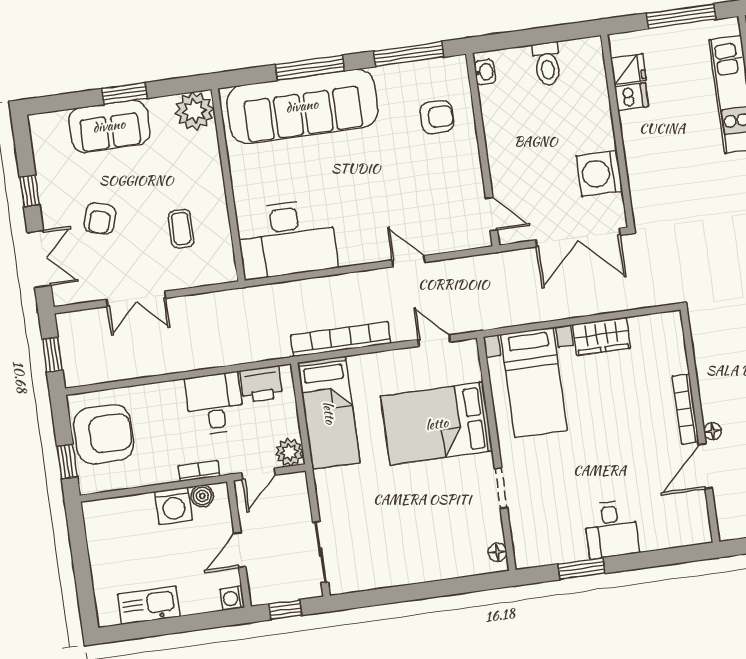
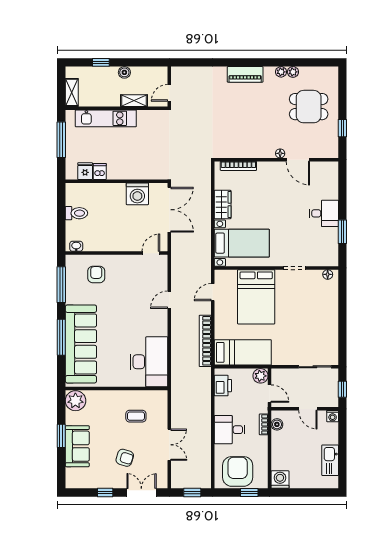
desk: (215, 403) -> (230, 430), moved
bookcase: (686, 409) -> (238, 166), moved
washing machine: (174, 506) -> (280, 480), moved, turned -90

